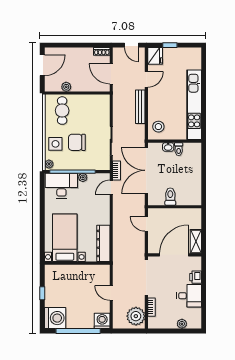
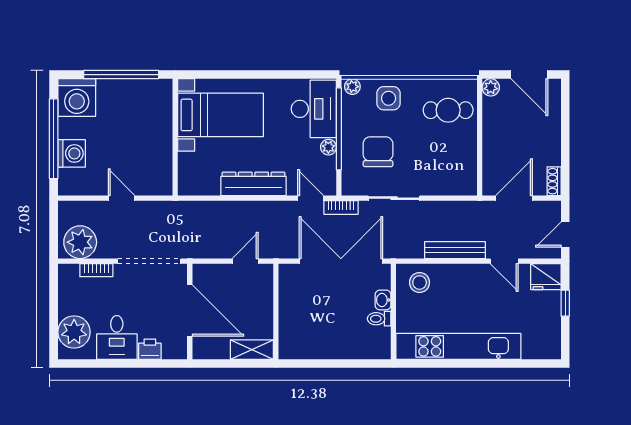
plant: (66, 87) -> (491, 87), moved
chair: (77, 142) -> (378, 152), moved
toilet: (170, 197) -> (294, 304), removed
shelving: (196, 241) -> (252, 350), moved
dresser: (103, 243) -> (253, 184), moved
window: (42, 293) -> (121, 75), width x3.17
door: (111, 293) -> (122, 198), hinge flipped
washing machine: (102, 321) -> (72, 153), moved
plant: (182, 324) -> (74, 332), width x1.87, depth x1.87

